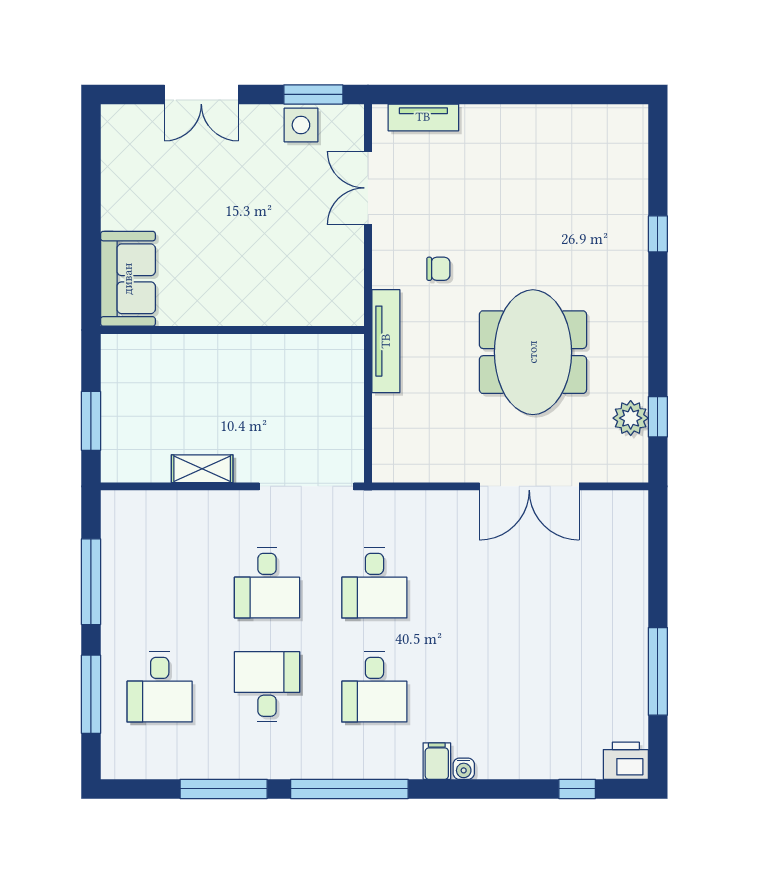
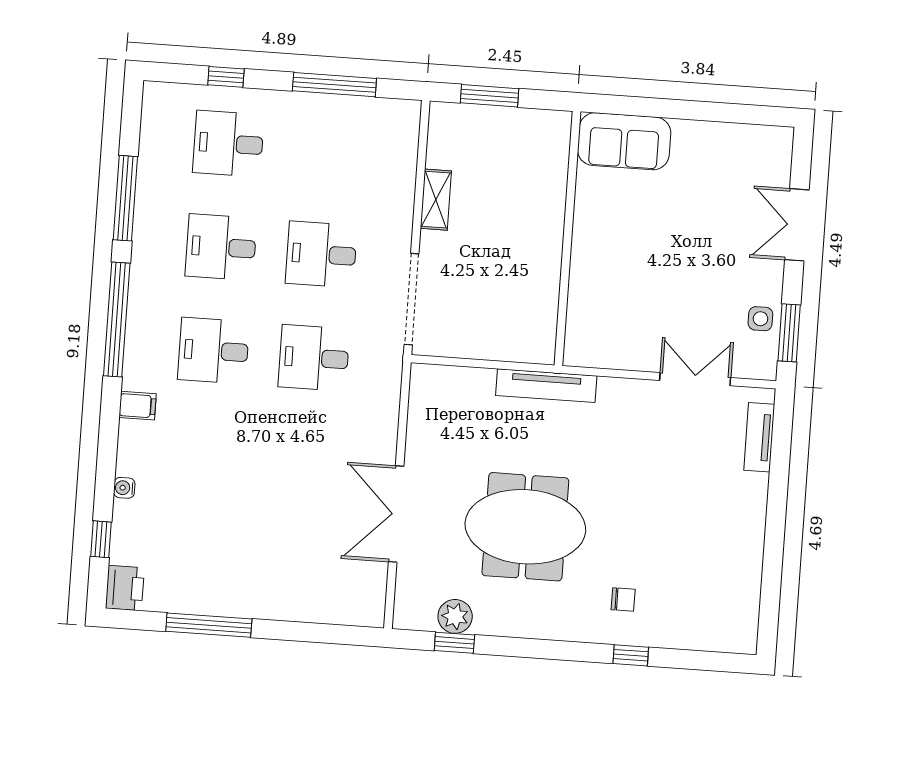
side table: (301, 125) -> (760, 319), width x0.73, depth x0.73
chair: (438, 269) -> (623, 600), moved, turned -90
desk: (267, 687) -> (221, 247), turned 180
window: (91, 694) -> (226, 77), width x0.46
water cooler: (464, 769) -> (124, 488), moved

